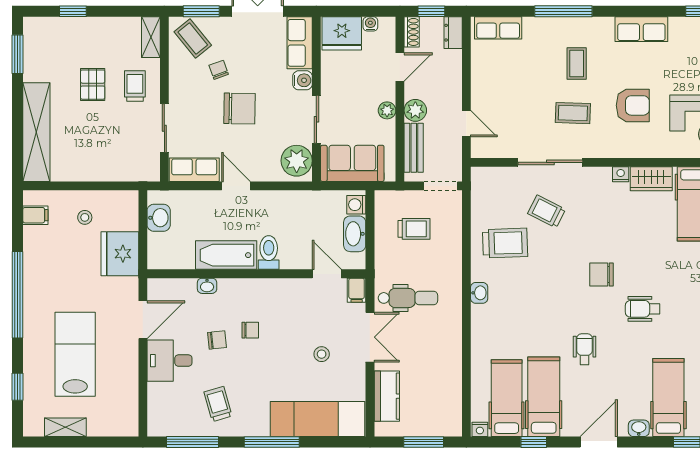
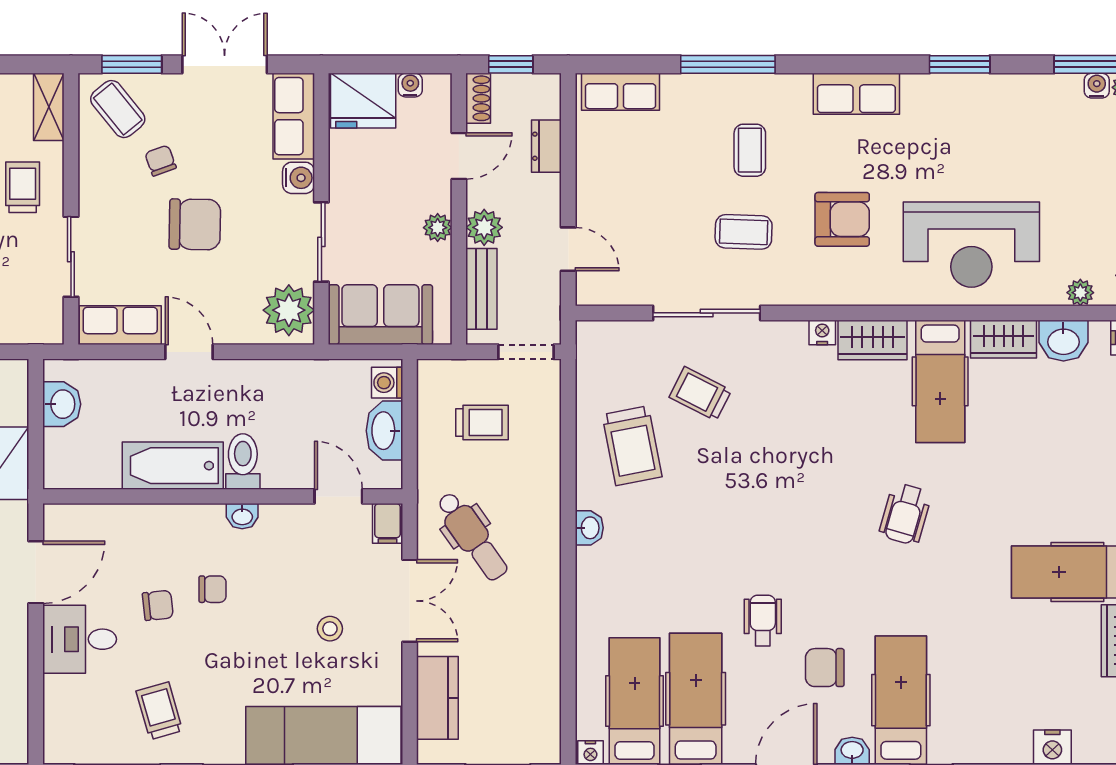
dresser: (453, 33) -> (546, 146), moved
trolley: (505, 243) -> (632, 446), turned 81
chair: (601, 275) -> (825, 668), moved
washbasin: (207, 286) -> (242, 516), moved
dental chair: (408, 298) -> (472, 536), turned 55
wheelchair: (643, 309) -> (905, 514), moved, turned -74

